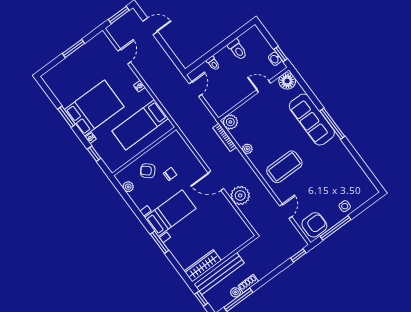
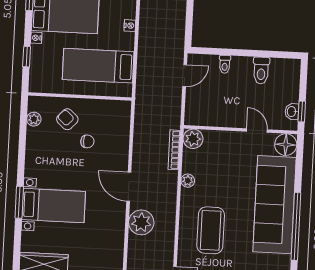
sofa: (312, 120) -> (274, 205), width x1.36, depth x1.27
window: (332, 124) -> (296, 226), width x1.46
coffee table: (284, 167) -> (211, 230), turned 90
bed with nightstands: (170, 213) -> (54, 206), moved

